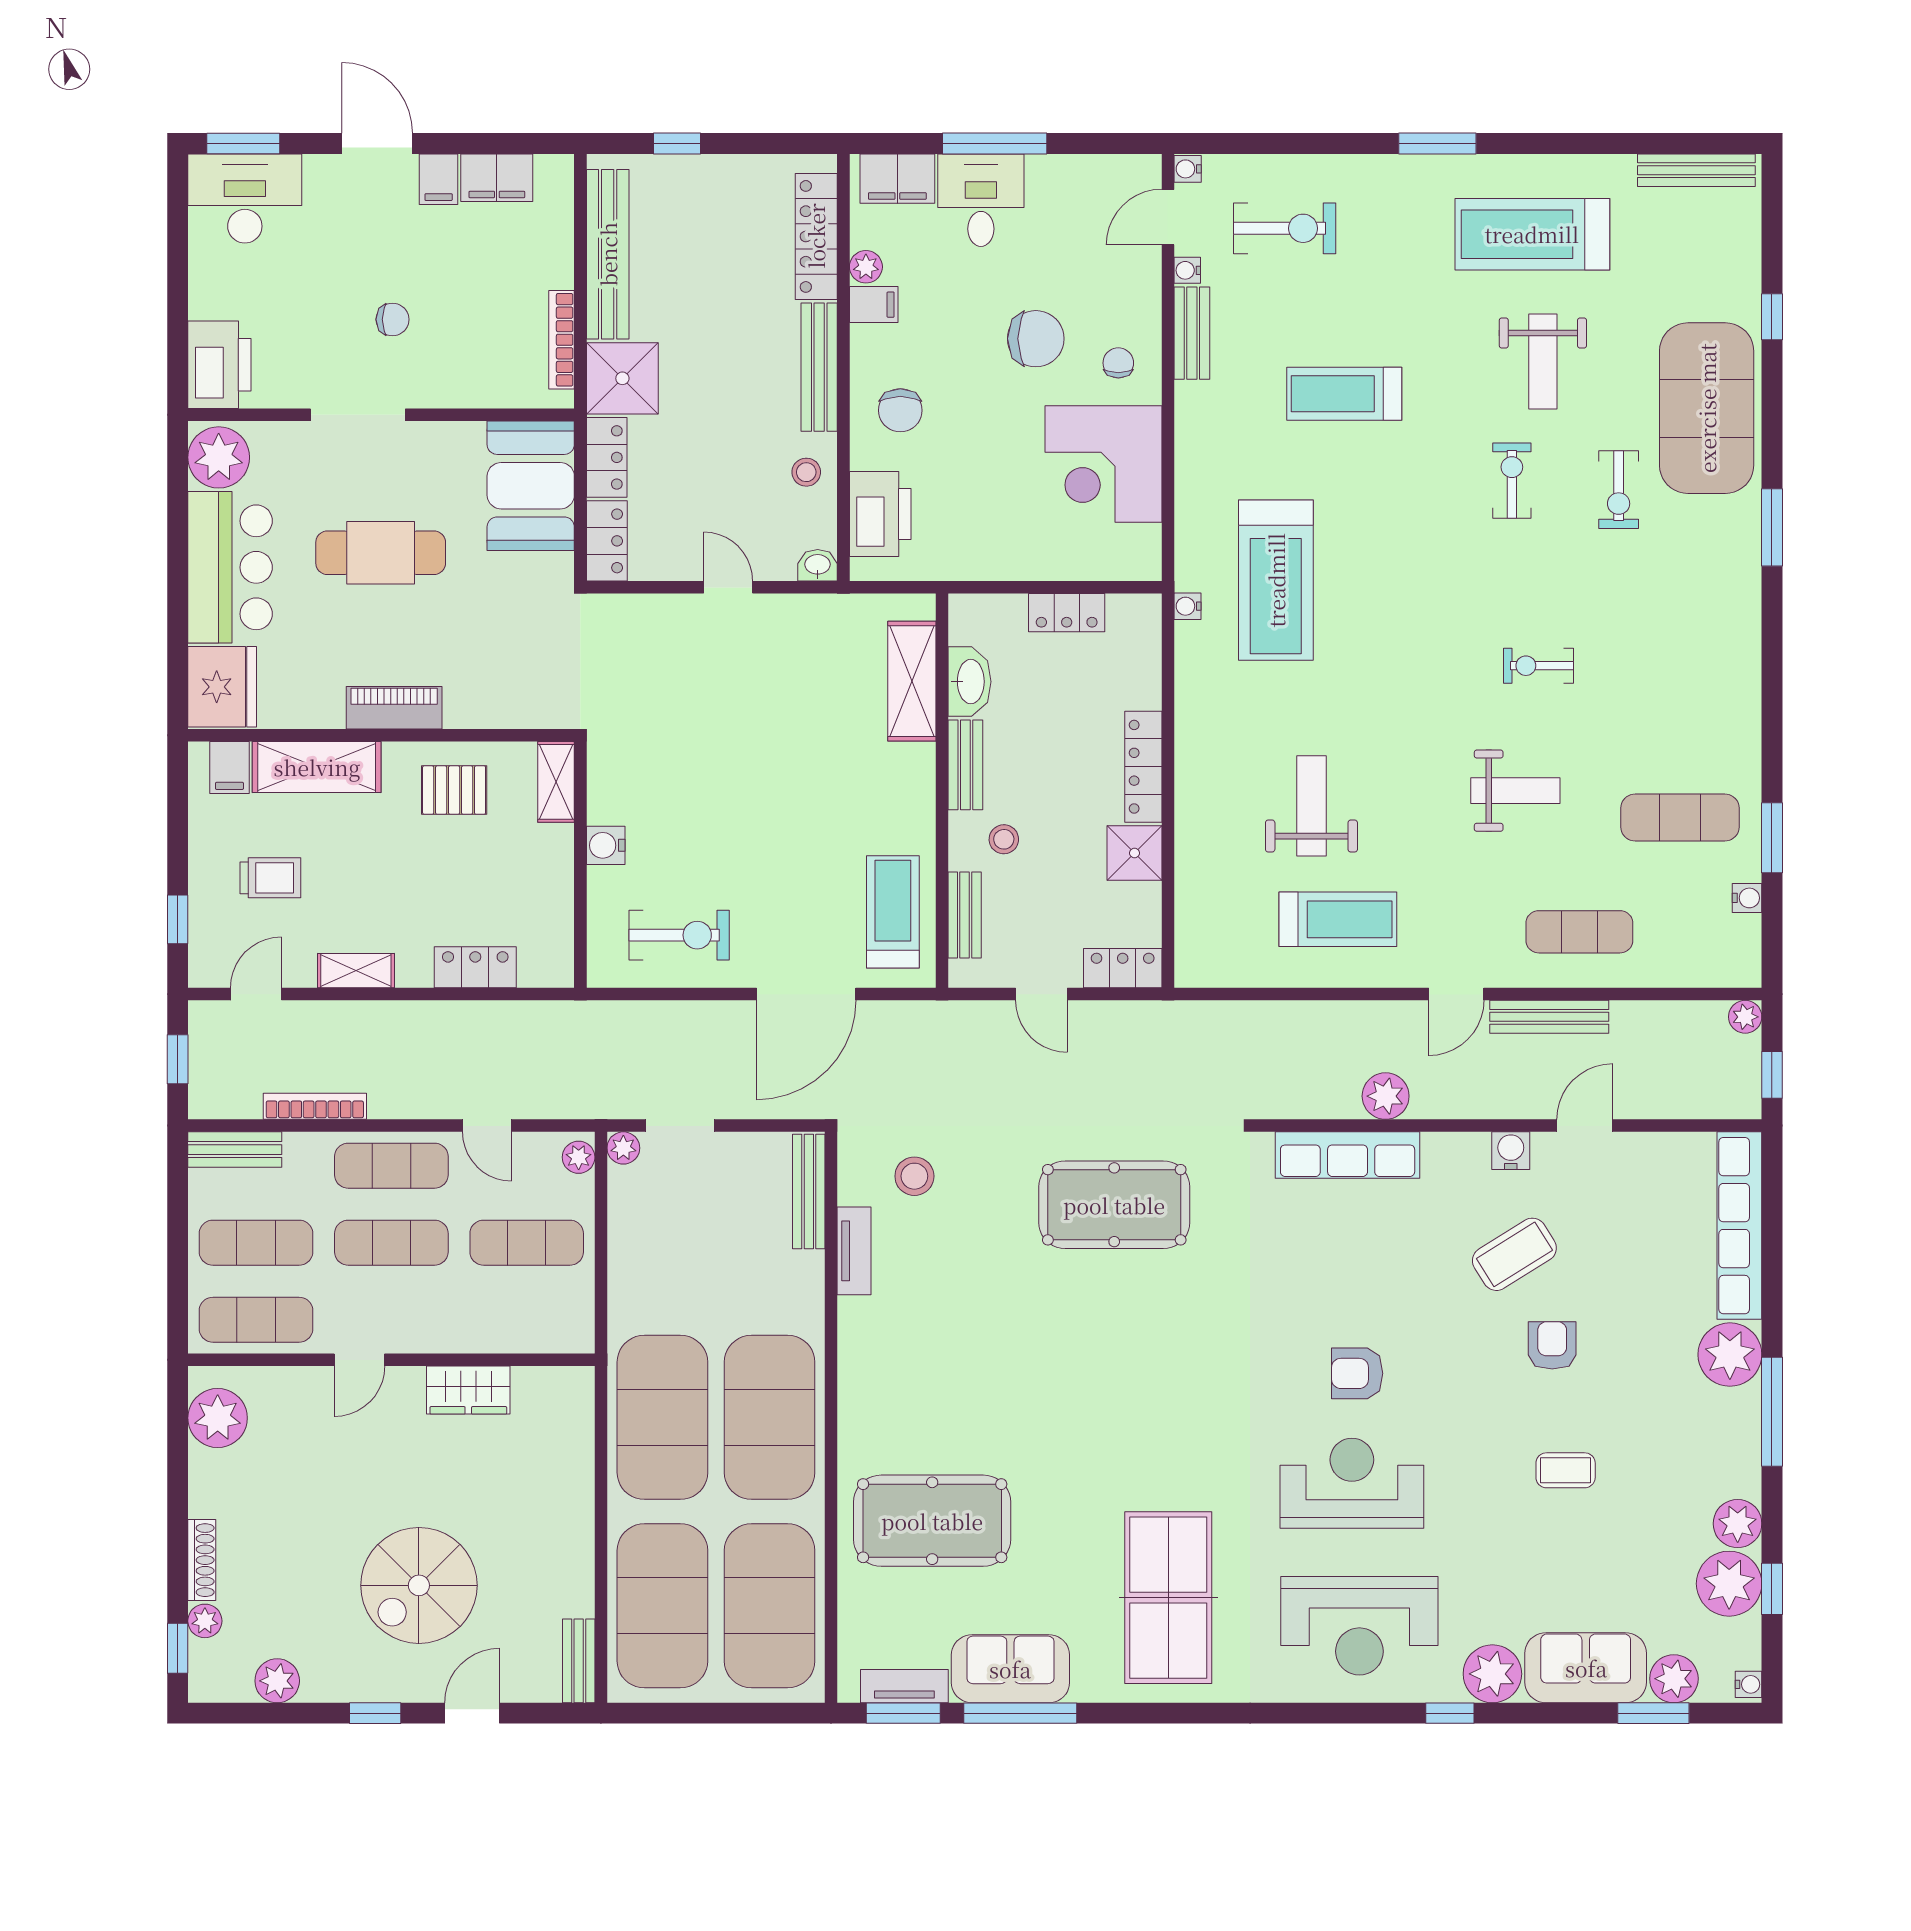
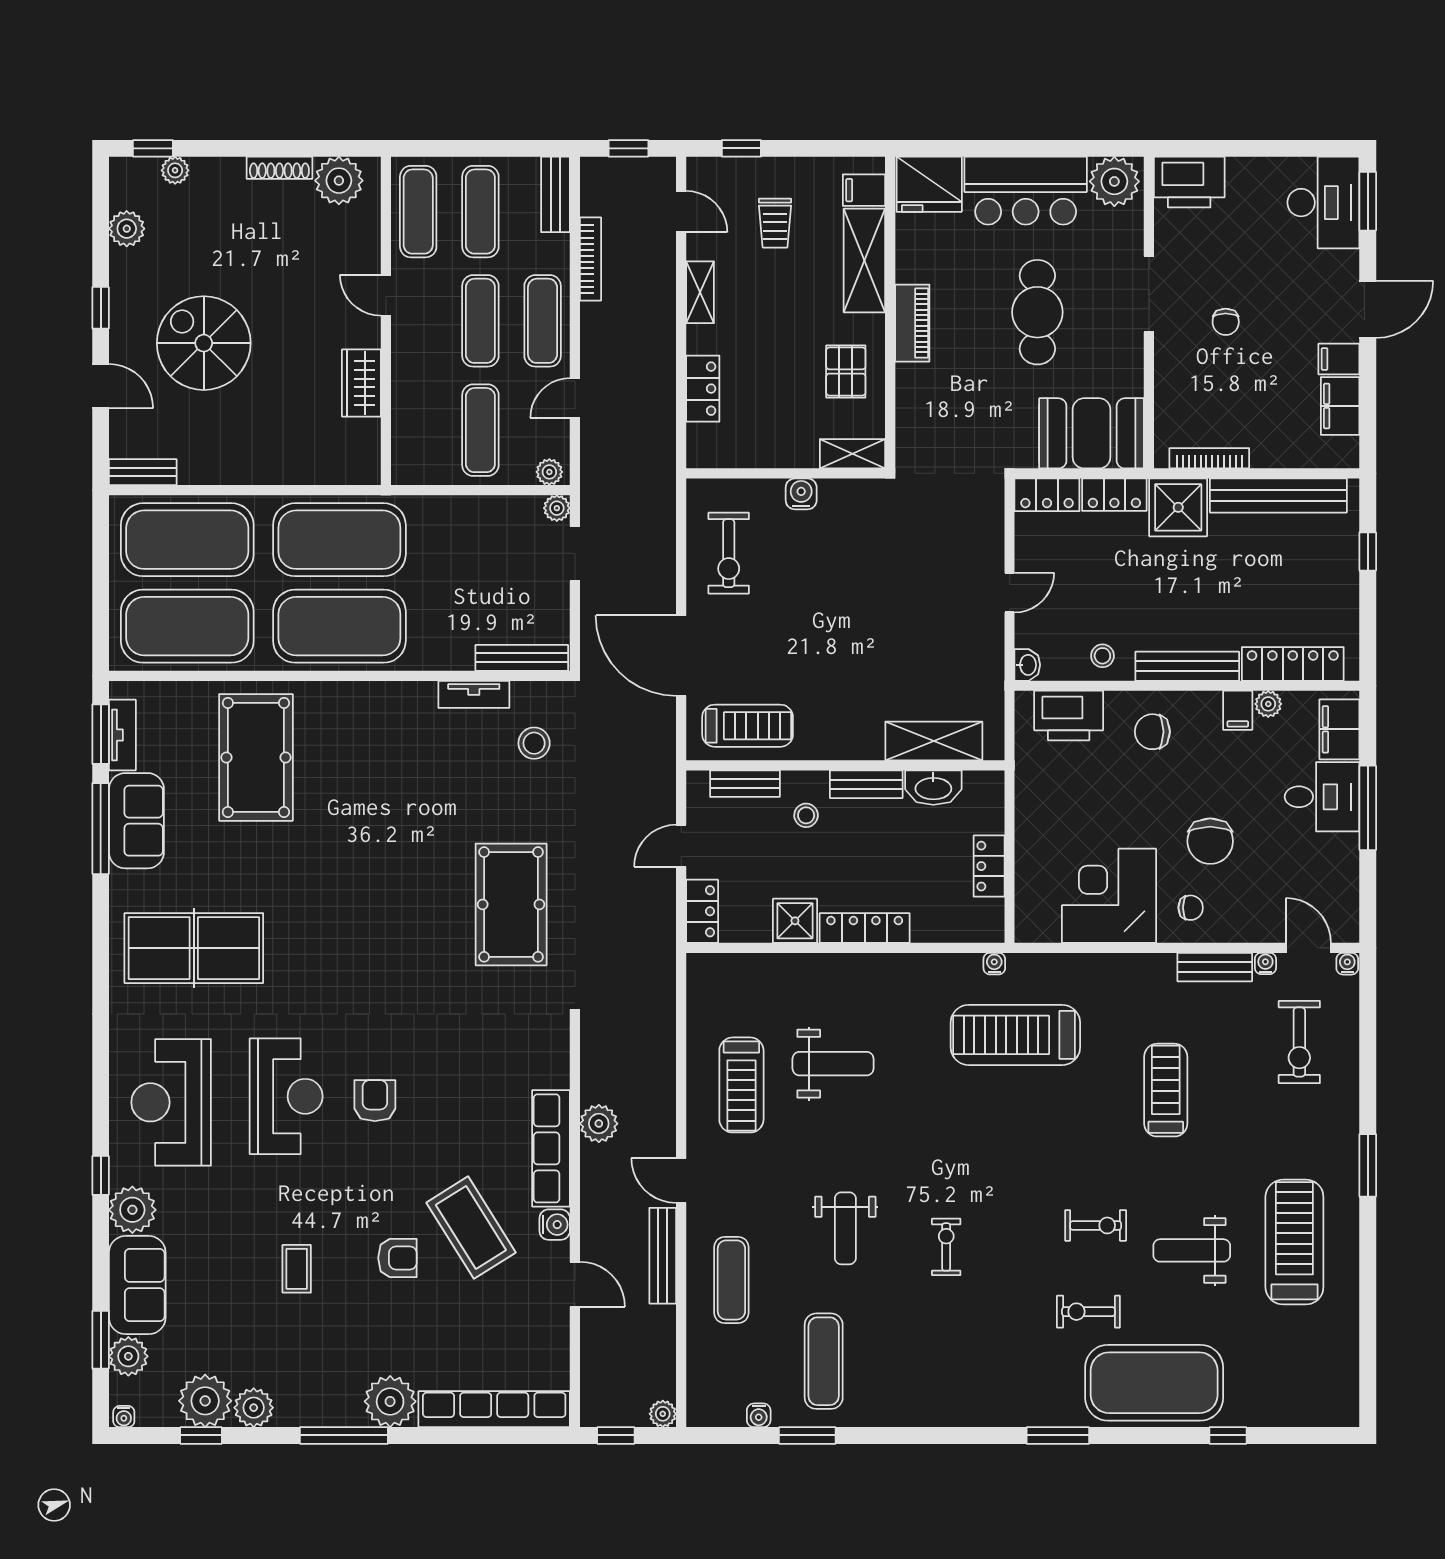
bench: (1696, 170) -> (1346, 1374), removed
row of seats: (1348, 1155) -> (551, 1148), moved
coffee table: (1514, 1254) -> (471, 1228), width x1.36, depth x1.32
shoe rack: (202, 1560) -> (279, 168), moved

